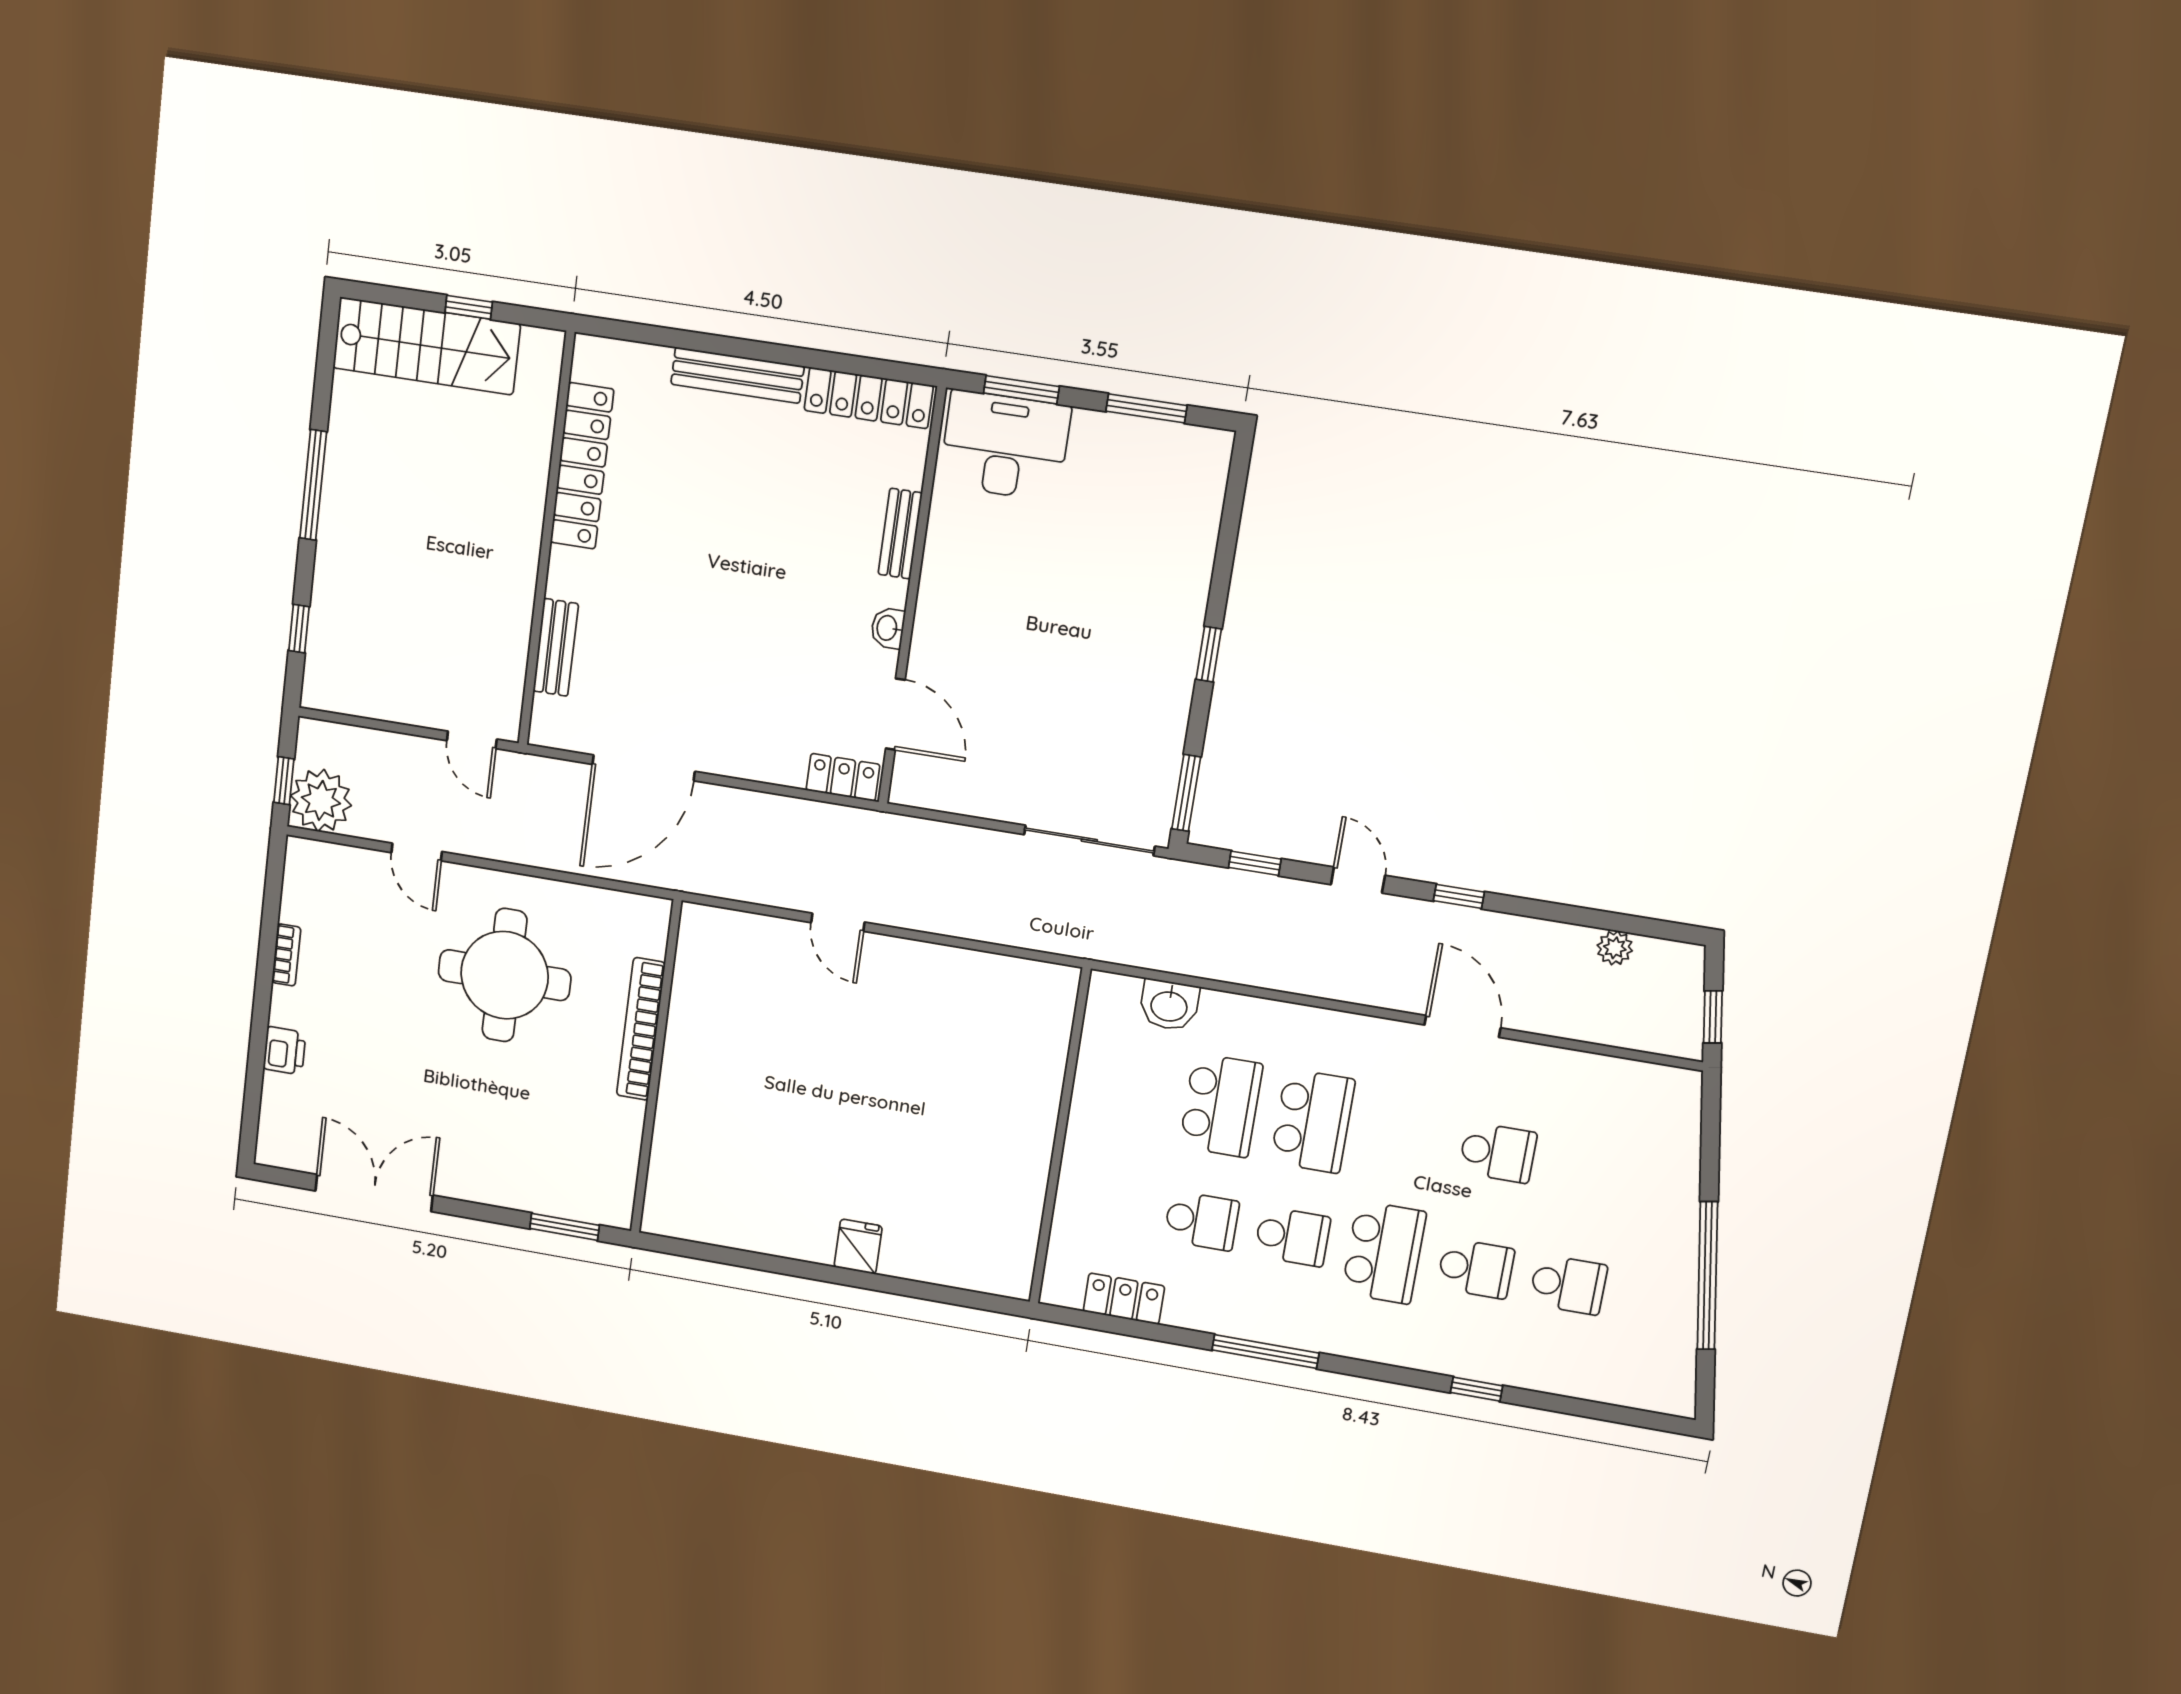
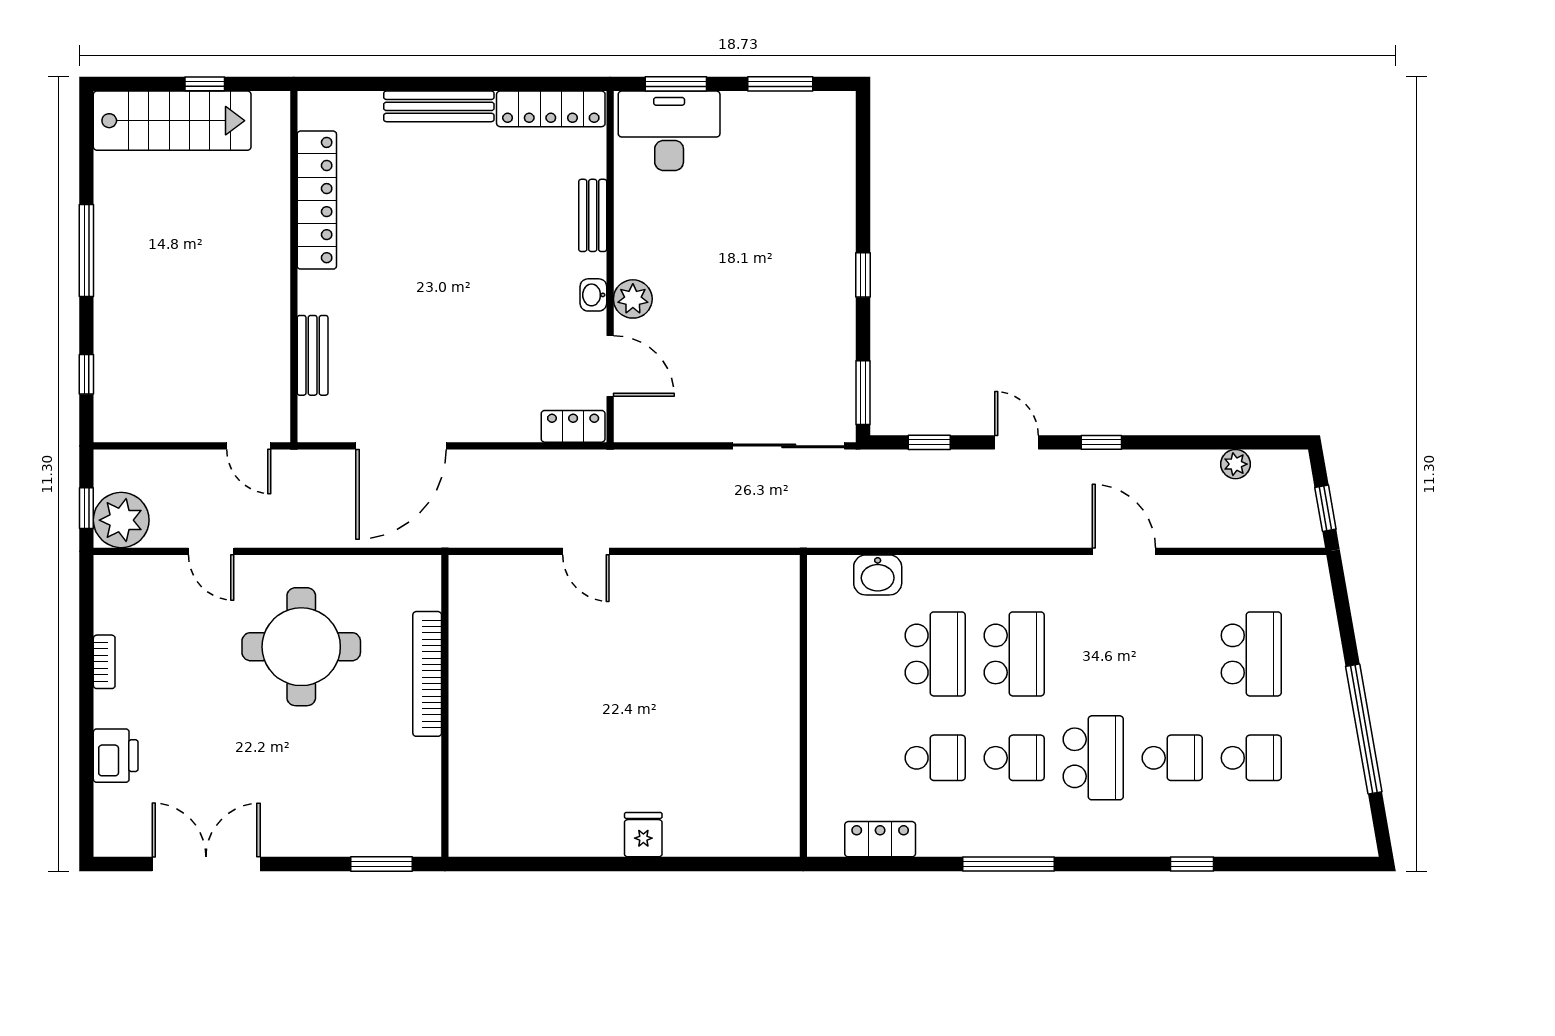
plant: (933, 640) -> (633, 299), added
printer: (285, 1051) -> (116, 756), width x1.36, depth x1.24
school desk: (1498, 1153) -> (1251, 654), moved, width x1.85

